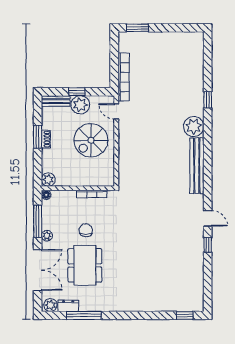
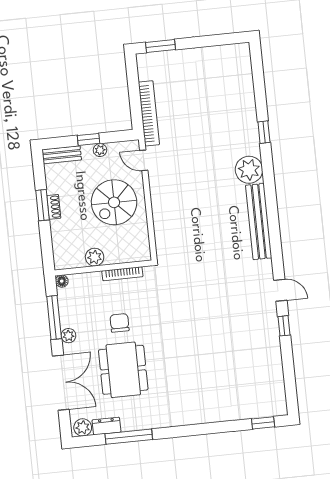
plant: (80, 105) -> (100, 150), width x0.53, depth x0.53
plant: (48, 180) -> (95, 257), moved

